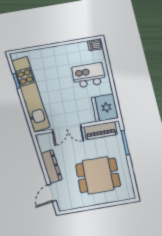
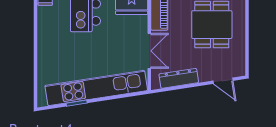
dresser: (51, 166) -> (179, 78), moved

